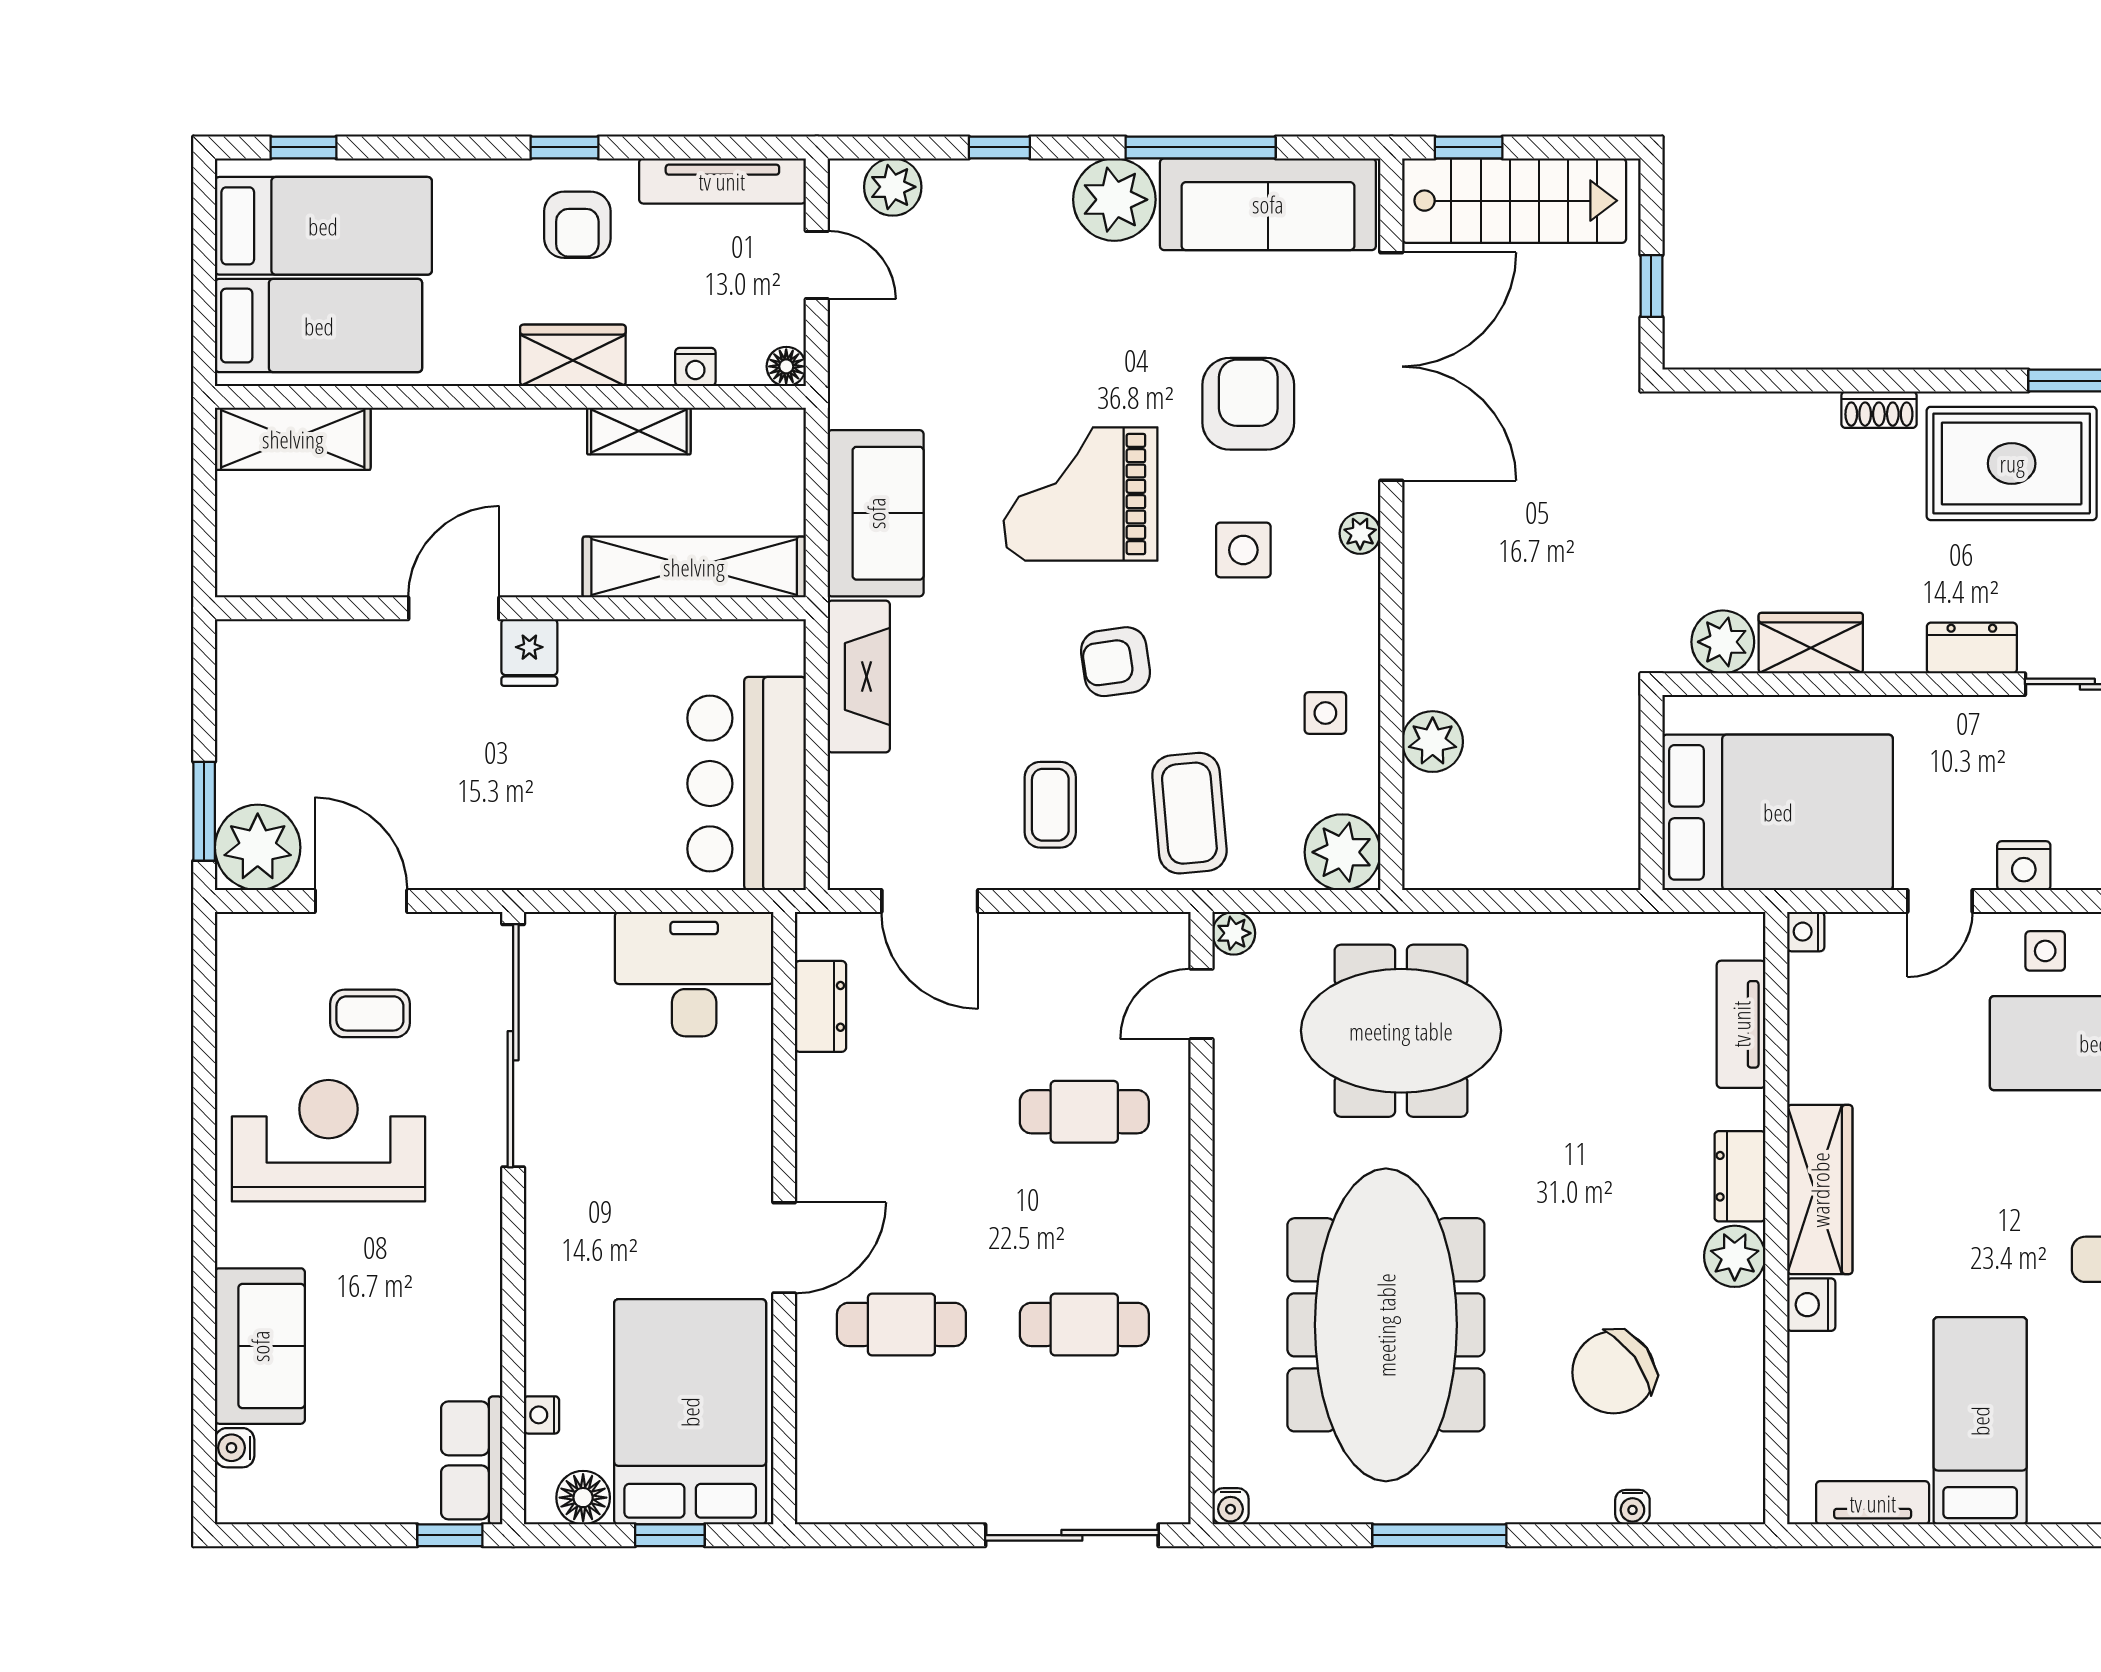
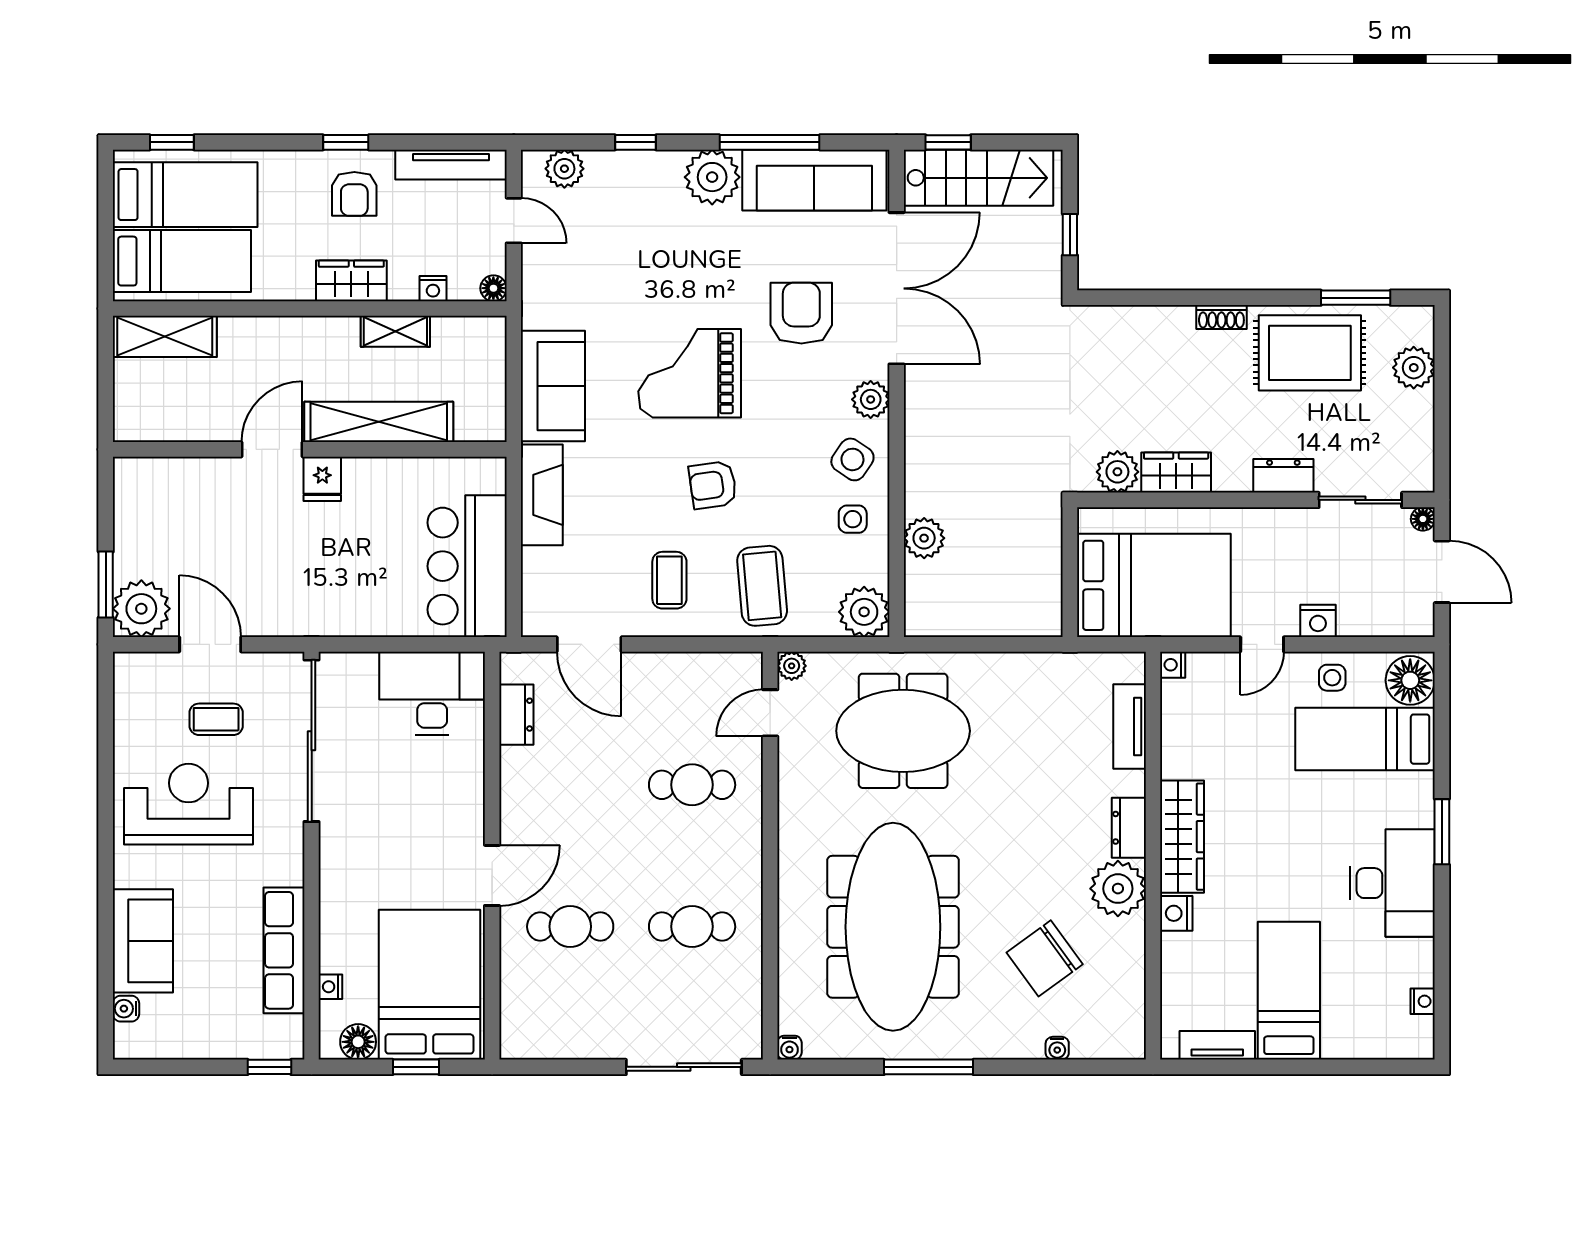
plant: (1360, 533) -> (871, 399), width x1.38, depth x1.38
side table: (1243, 550) -> (852, 459), moved, turned 34
shelving: (694, 567) -> (379, 422), moved
plant: (1735, 1256) -> (1118, 889), width x1.36, depth x1.36
row of seats: (472, 1460) -> (284, 950), moved, width x1.48

